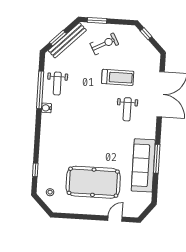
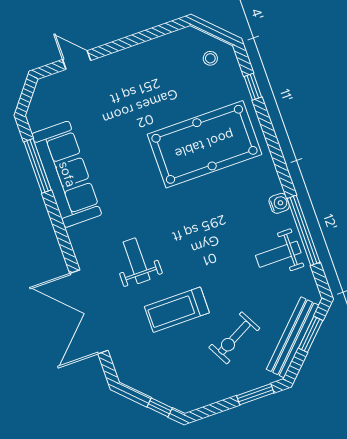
exercise bike: (104, 44) -> (234, 338), moved
weight bench: (57, 84) -> (278, 254), turned -90
window: (157, 159) -> (37, 166), moved
pool table: (93, 182) -> (204, 144), moved
door: (115, 219) -> (77, 60), swing flipped

